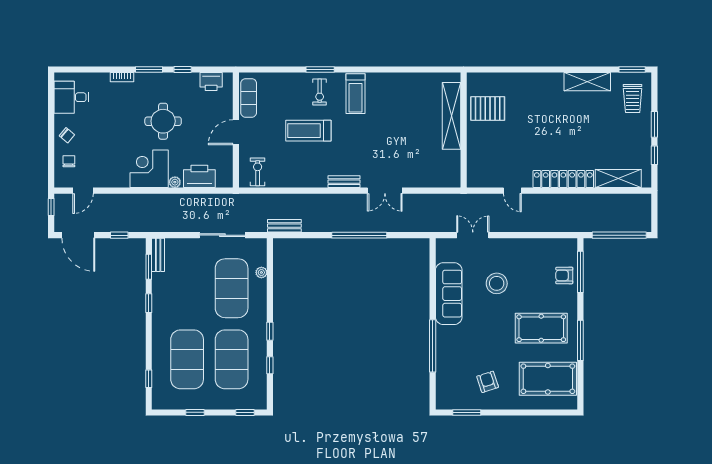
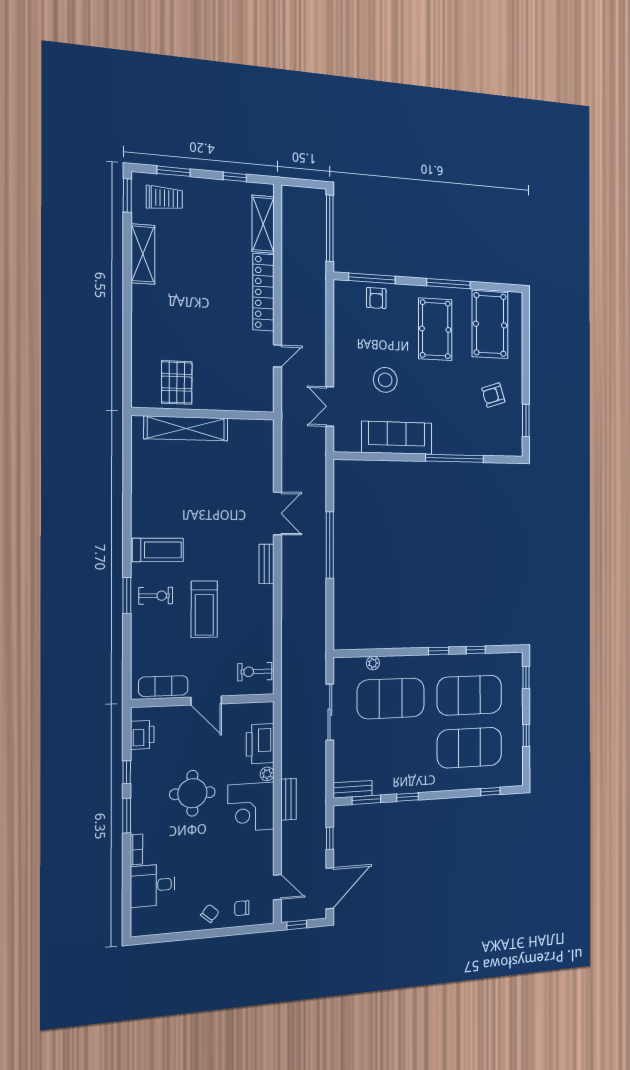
desk: (71, 97) -> (153, 885), moved, turned 90
window: (654, 124) -> (173, 171), moved
bench: (284, 226) -> (289, 799), moved

